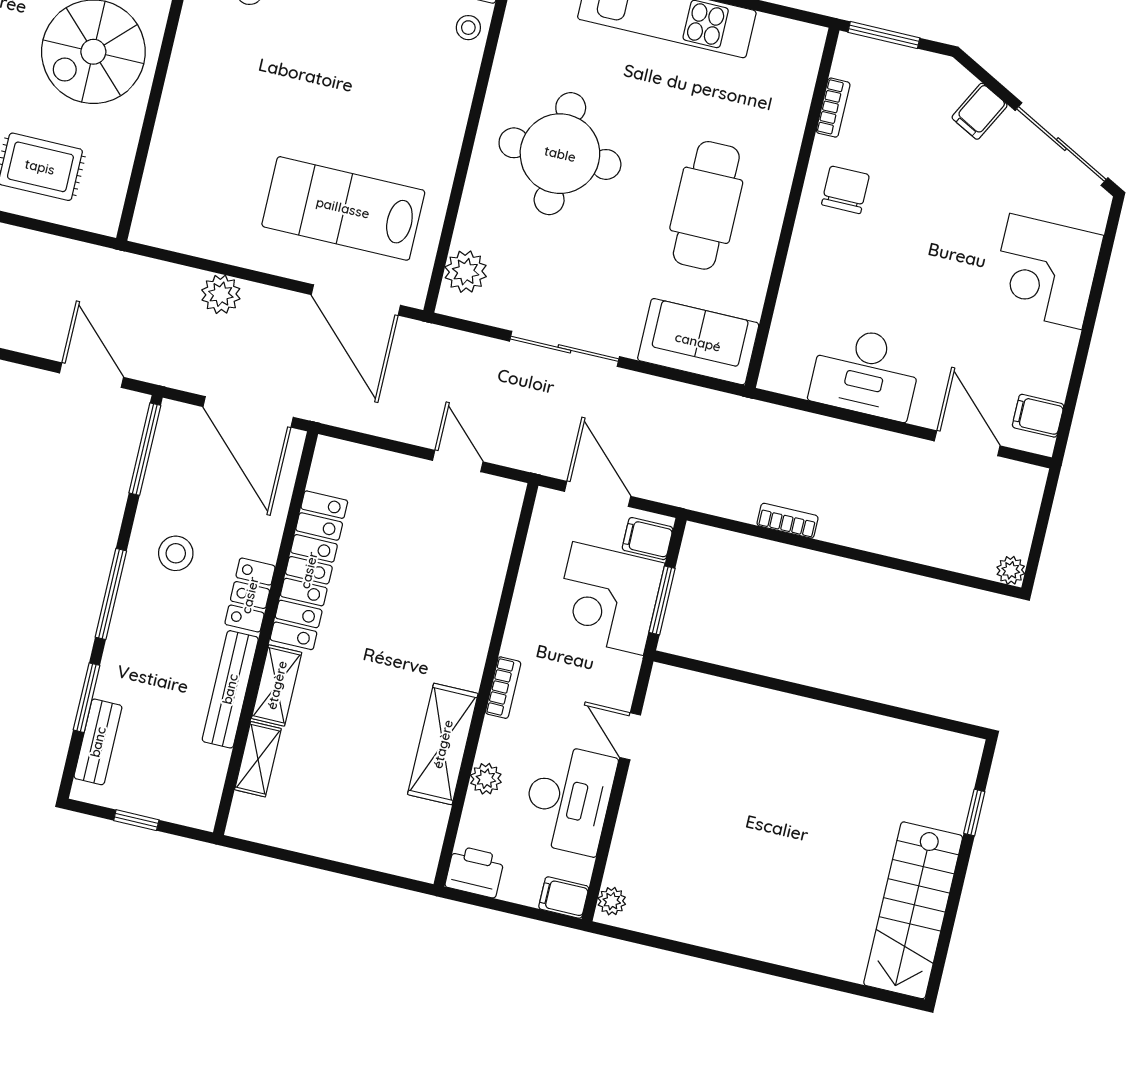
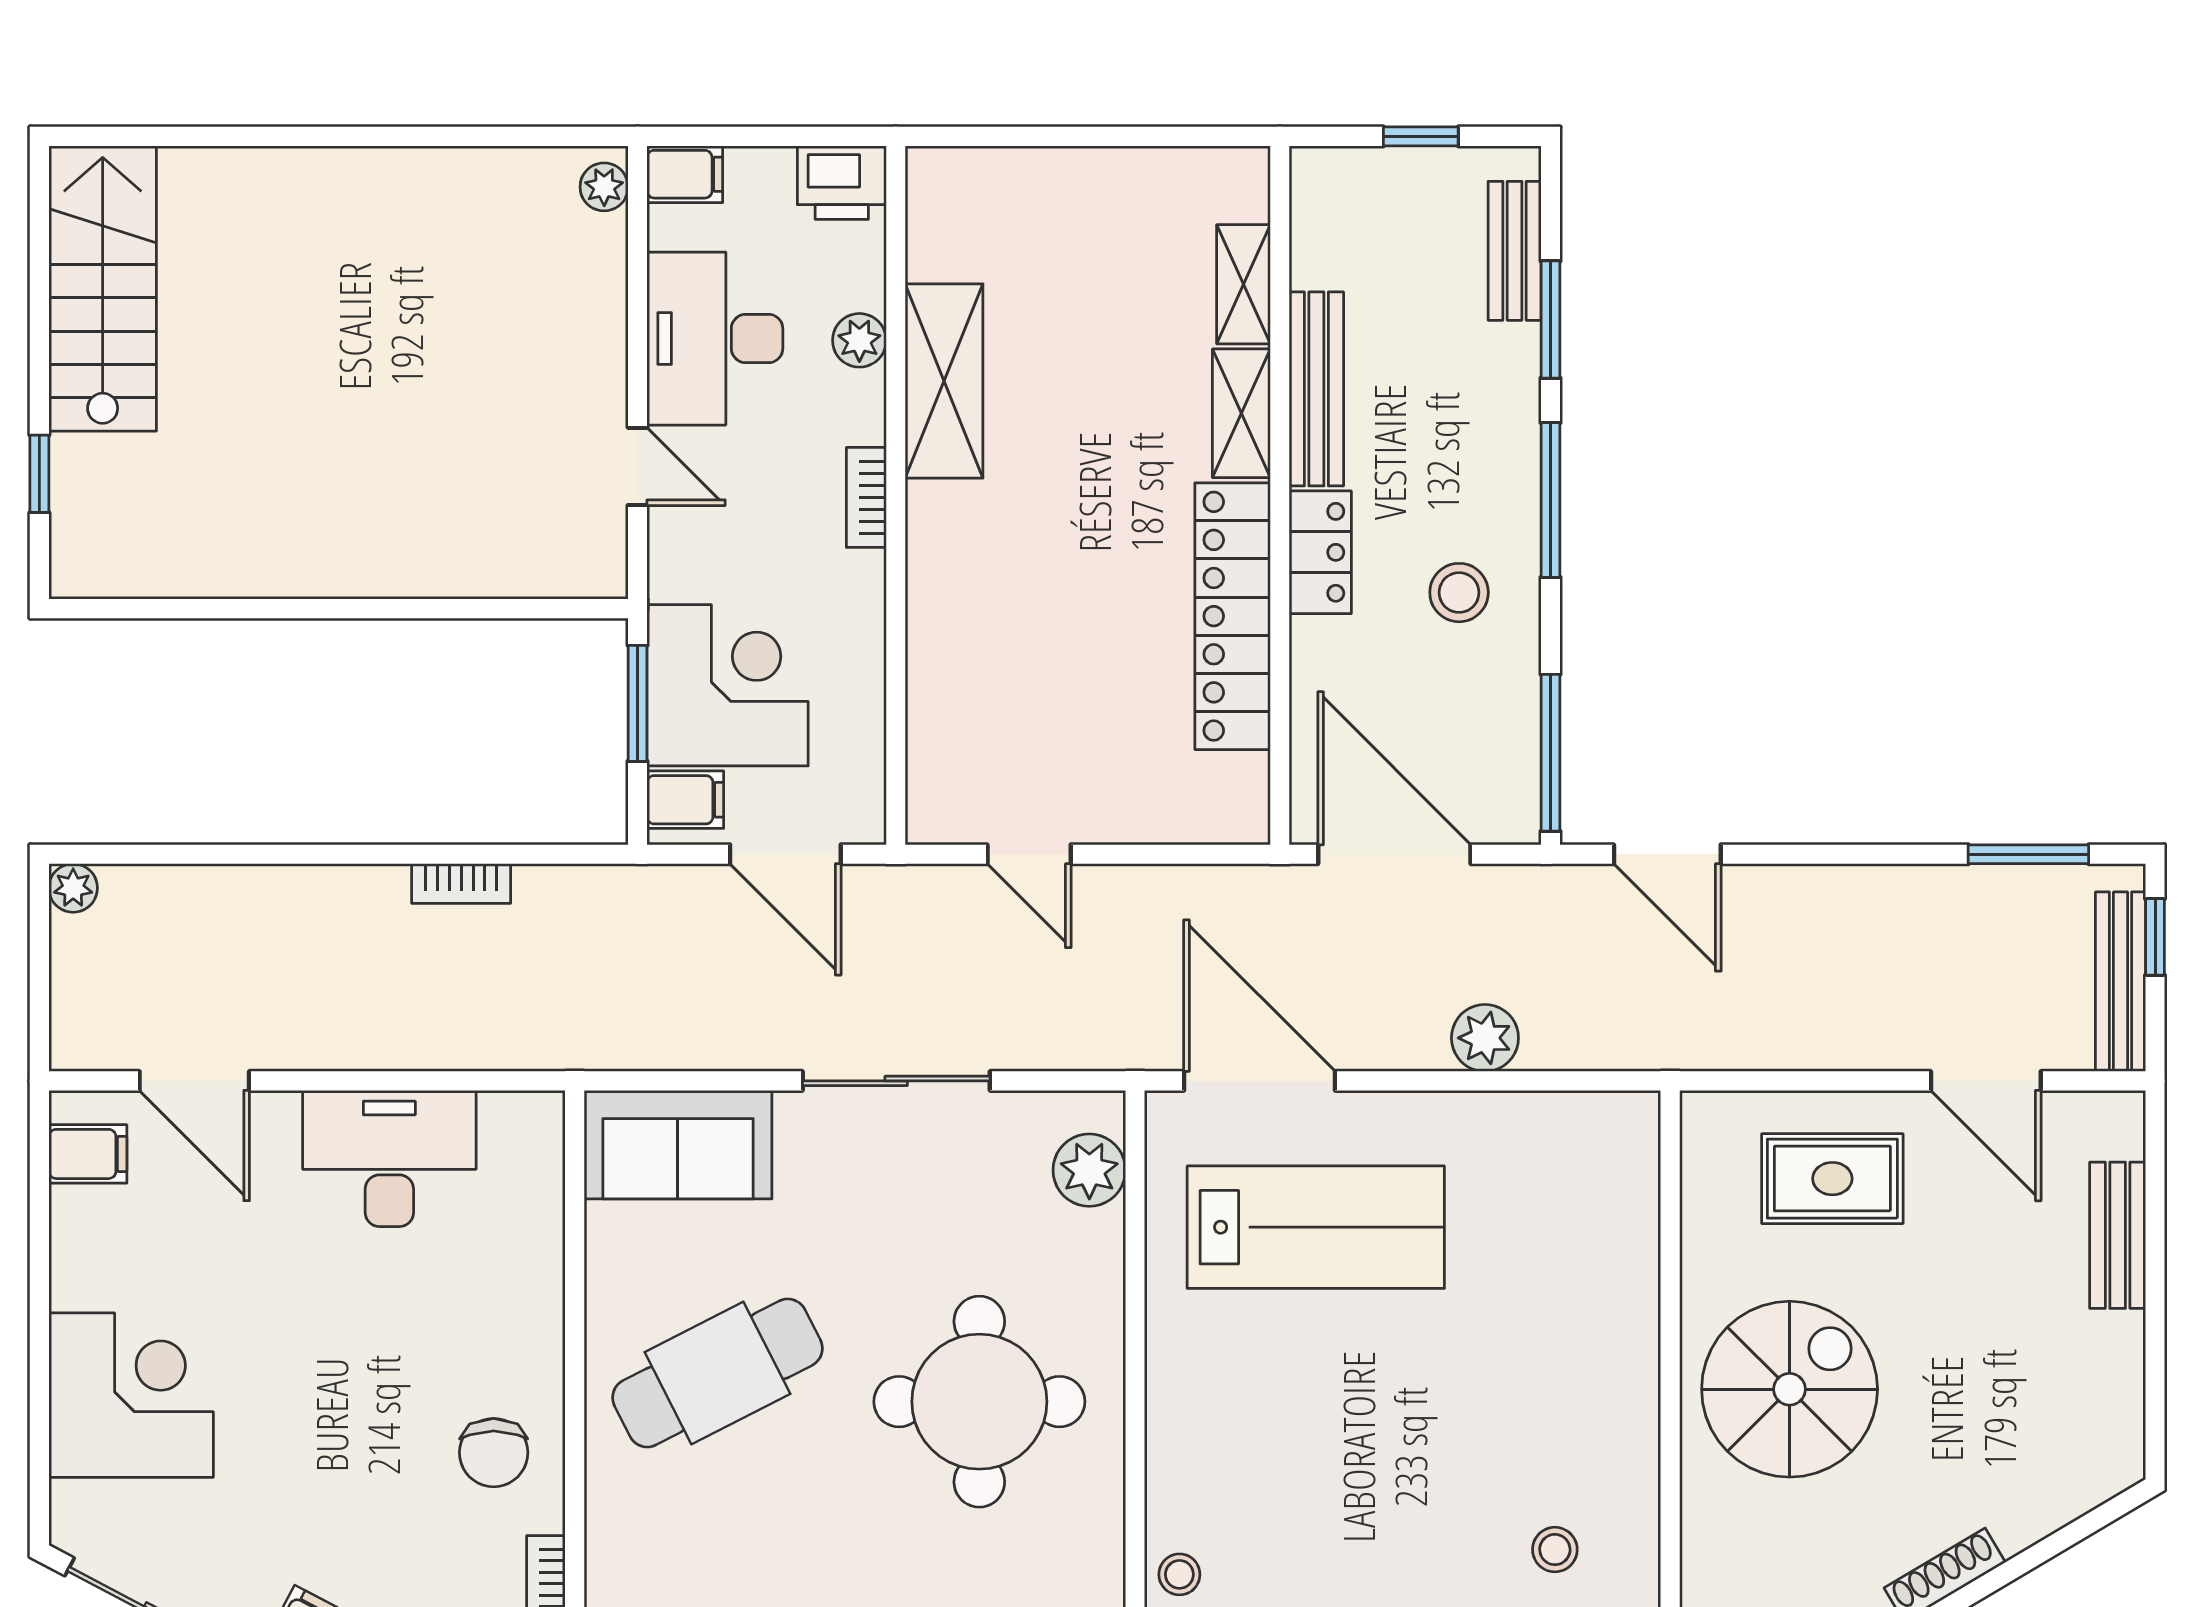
cafe table: (706, 205) -> (717, 1373), turned 63

